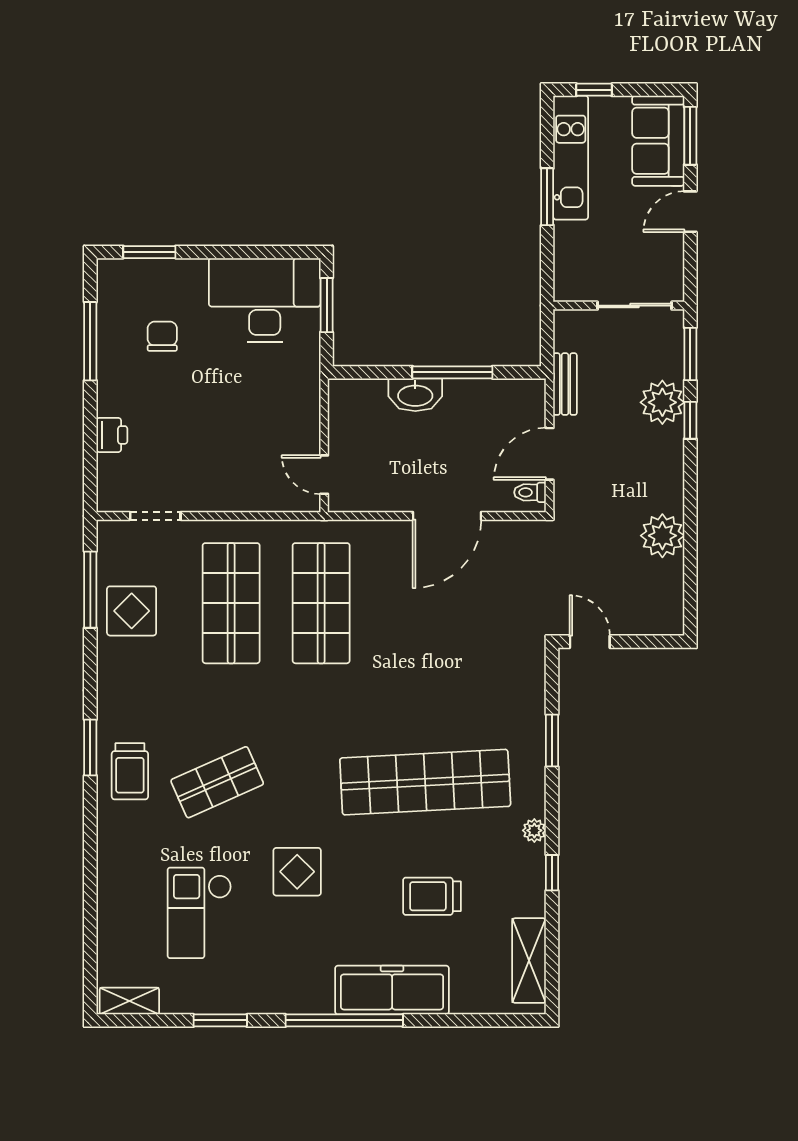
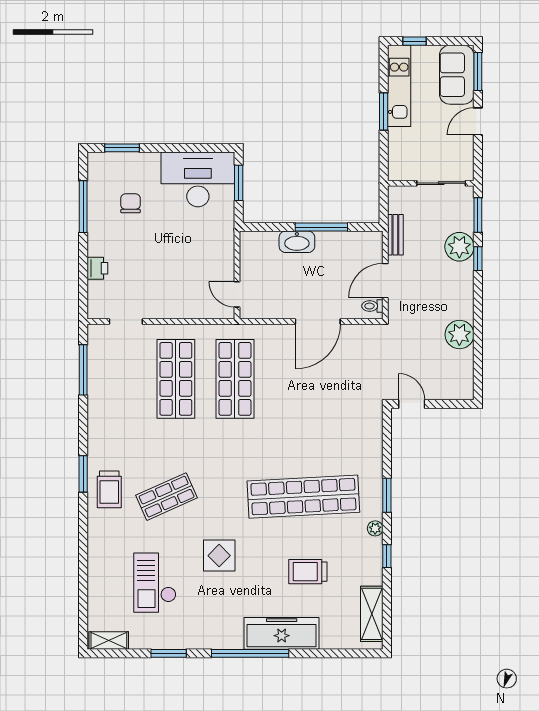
display table: (132, 611) -> (110, 384), removed
window: (552, 741) -> (387, 495), moved

